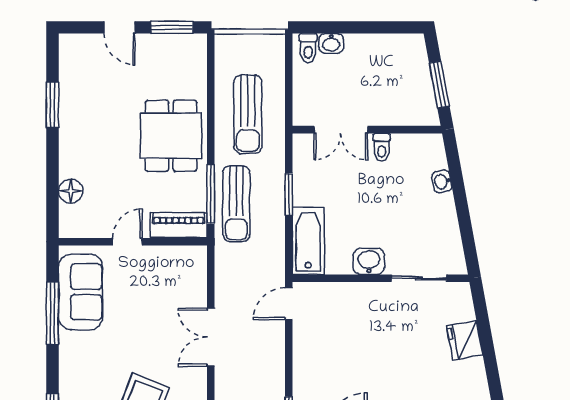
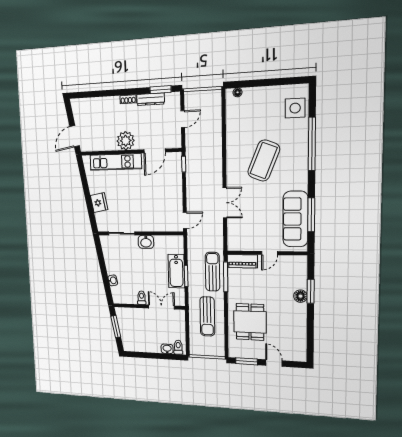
window: (52, 105) -> (311, 291), moved
sun lounger: (248, 114) -> (207, 316), turned 180
dining table: (171, 136) -> (250, 322), moved
floor lamp: (71, 191) -> (301, 296), moved
bathtub: (308, 241) -> (176, 271), moved
sofa: (81, 292) -> (295, 219), width x1.36

